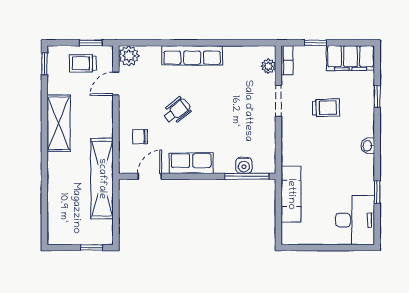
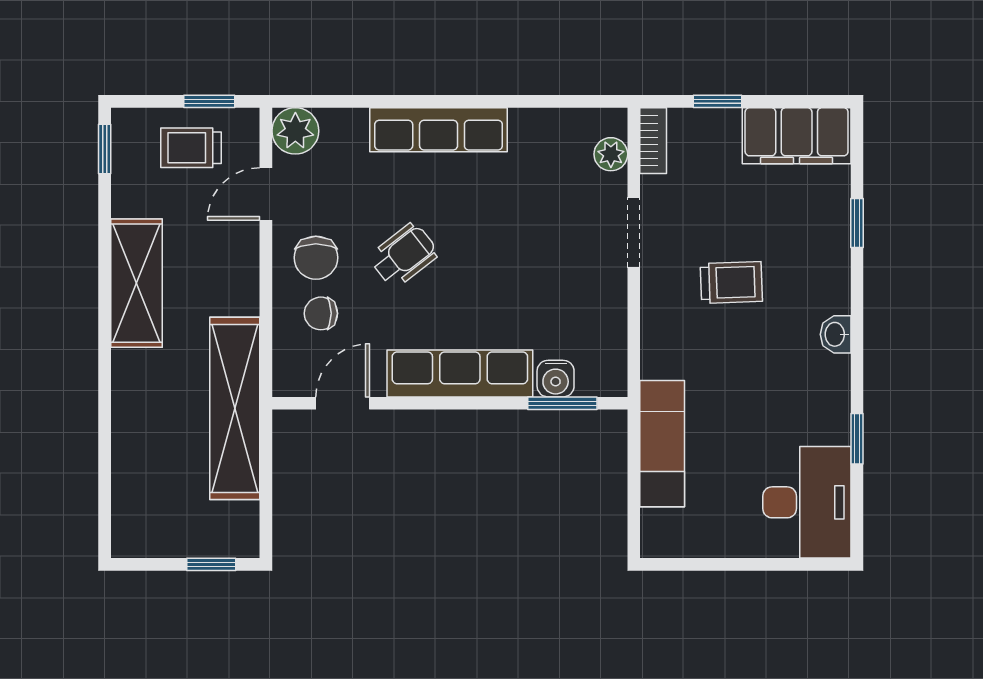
trolley: (326, 108) -> (731, 282), moved
chair: (138, 112) -> (316, 258), added
row of seats: (191, 163) -> (460, 373), width x1.48
window: (247, 176) -> (562, 403), width x0.69

